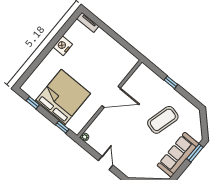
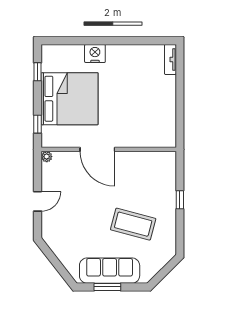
nightstand: (63, 46) -> (95, 53), moved
door: (111, 97) -> (97, 149), moved
window: (195, 153) -> (107, 287), moved

